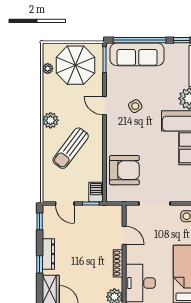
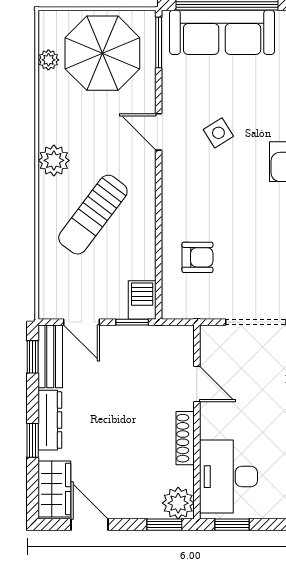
armchair: (124, 170) -> (197, 257), width x0.53, depth x0.53
bench: (49, 221) -> (50, 356), added

